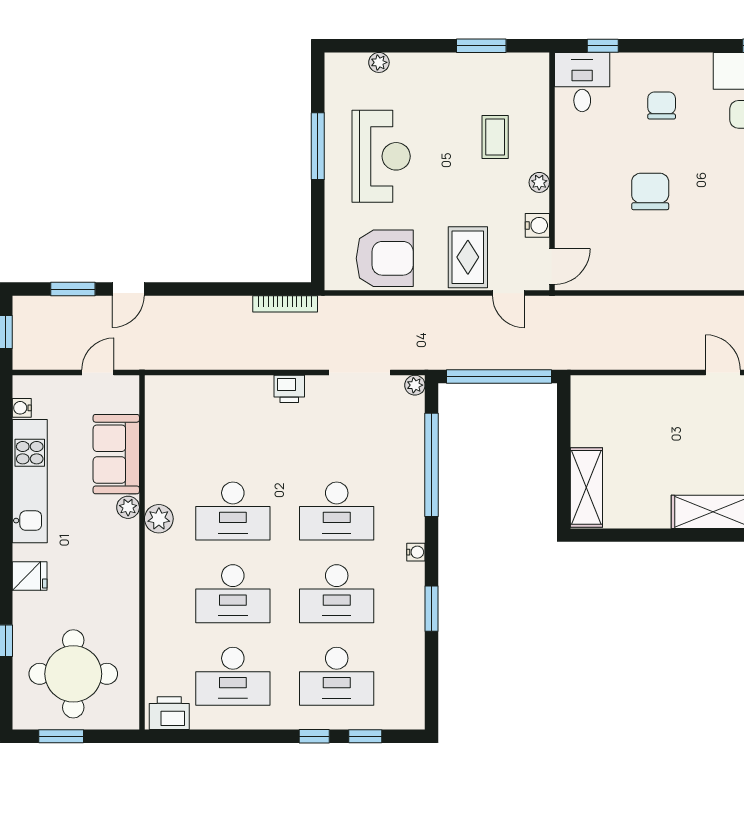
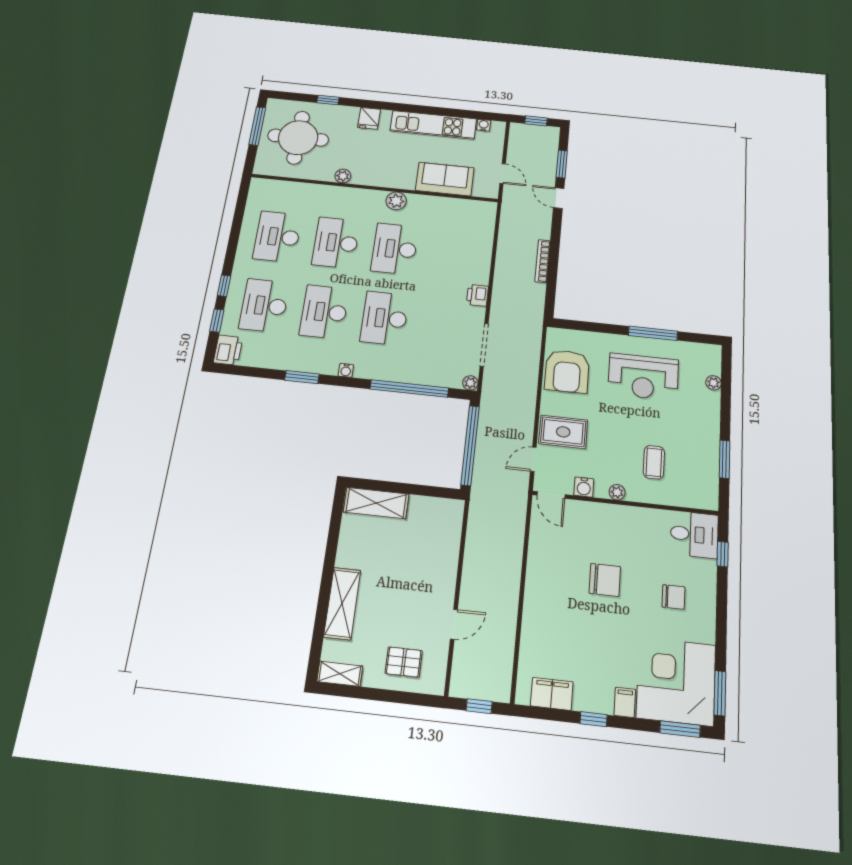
coffee table: (495, 137) -> (654, 462), turned 90
bookcase: (285, 304) -> (543, 261), moved
plant: (128, 507) -> (343, 176), moved
printer: (169, 713) -> (228, 350), moved
window: (61, 736) -> (257, 126), width x1.44

